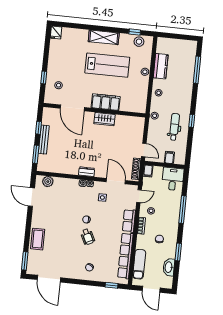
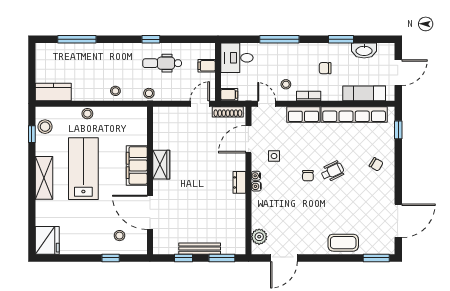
fridge: (56, 33) -> (47, 240), width x1.88, depth x1.34
kitchen counter: (161, 66) -> (53, 92), moved
door: (72, 108) -> (150, 212), swing flipped

